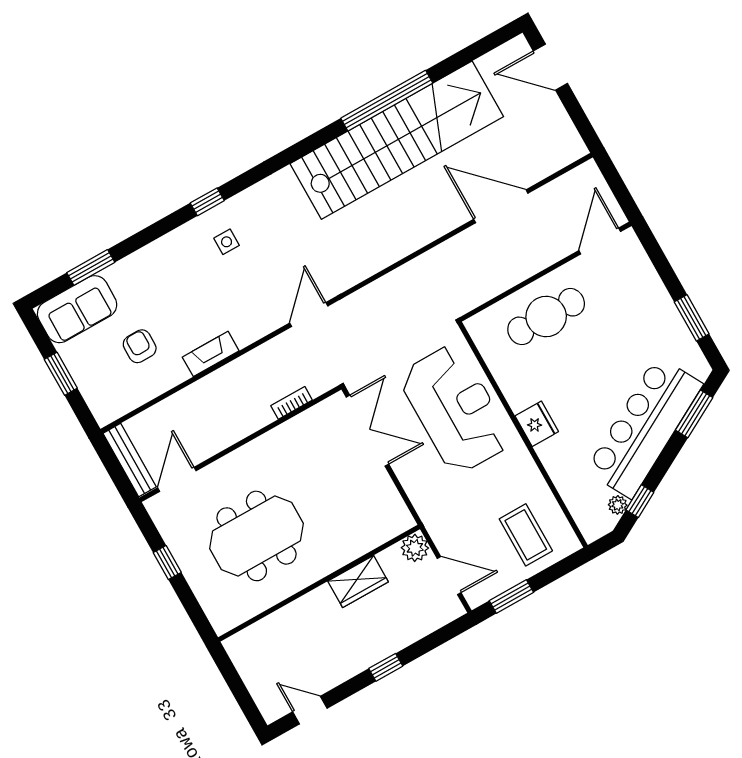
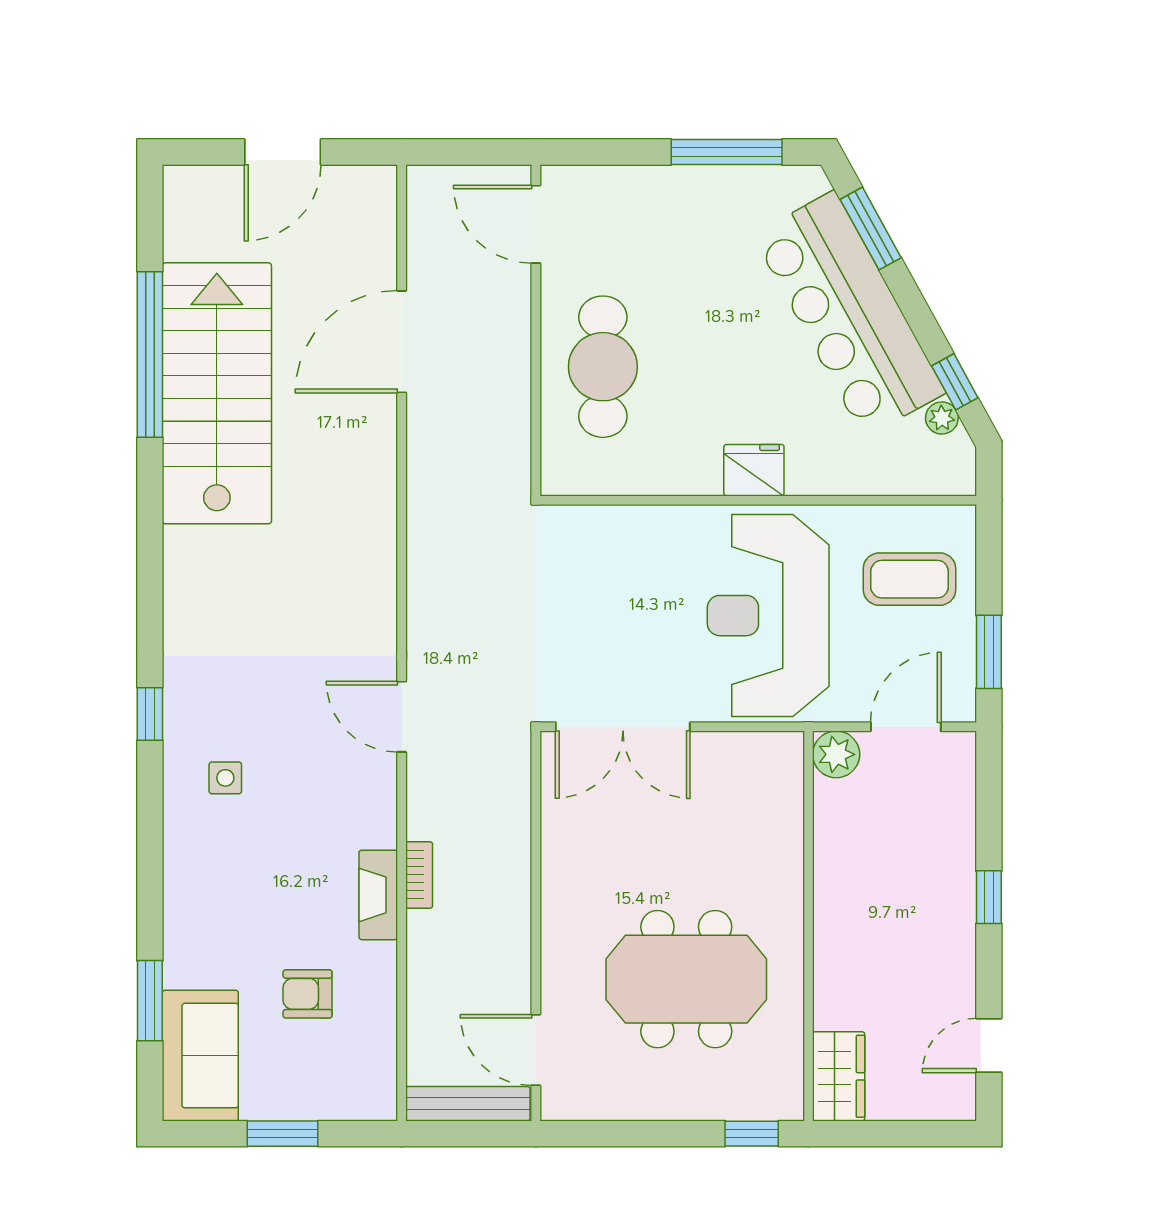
door: (550, 67) -> (283, 152), moved
window: (387, 101) -> (150, 355), moved
stairs: (397, 140) -> (217, 393), width x0.73
window: (207, 202) -> (150, 714), moved
window: (692, 318) -> (727, 152), width x1.44
bookcase: (292, 403) -> (419, 875), moved, turned 180
reception desk: (455, 409) -> (768, 616), moved, turned -90
double door: (367, 431) -> (623, 727), swing flipped
meeting table: (256, 536) -> (686, 979), turned 90
window: (167, 563) -> (752, 1134), moved
wardrobe: (358, 582) -> (839, 1076), moved

